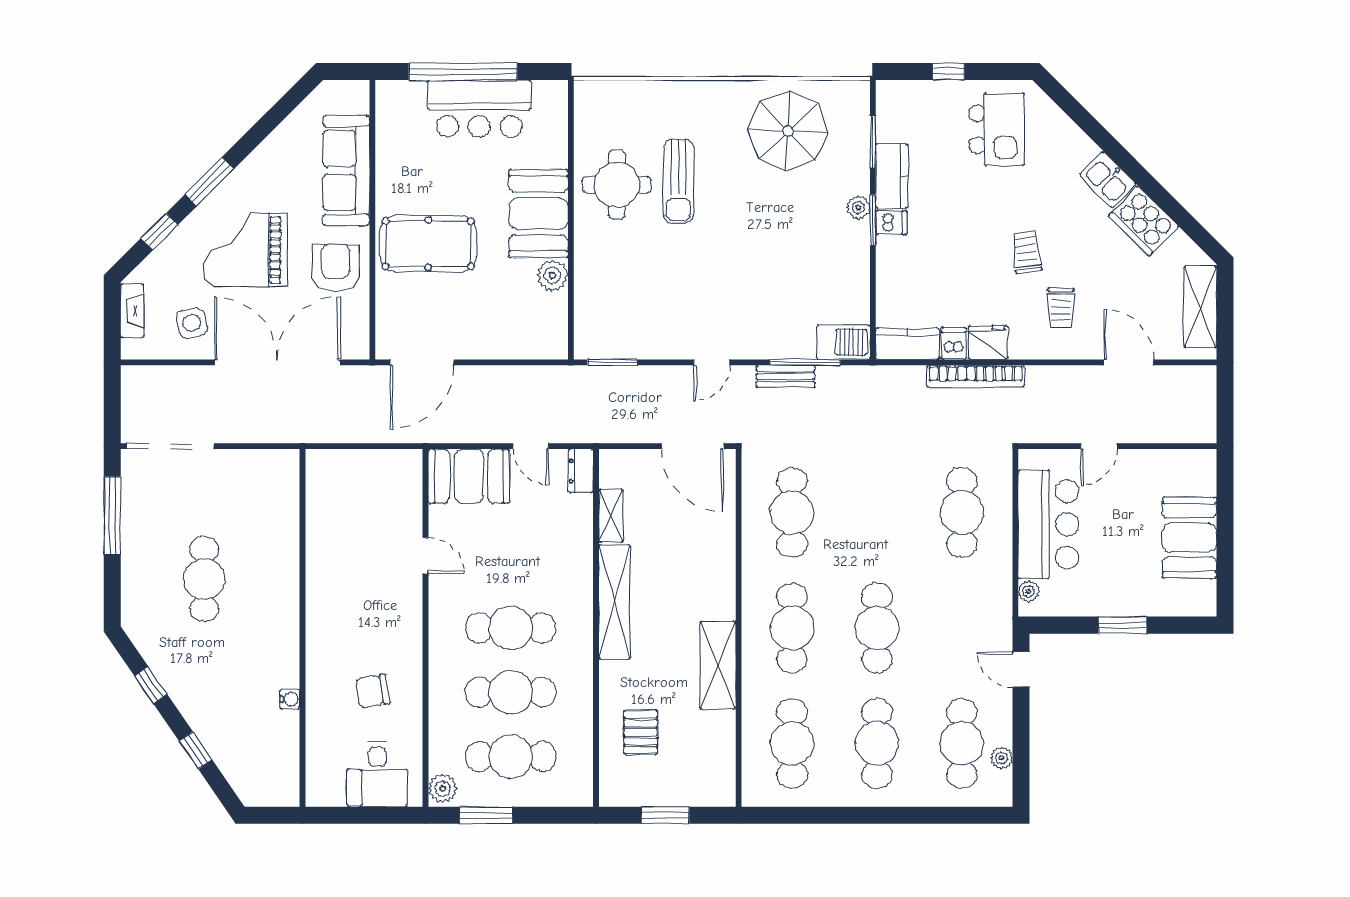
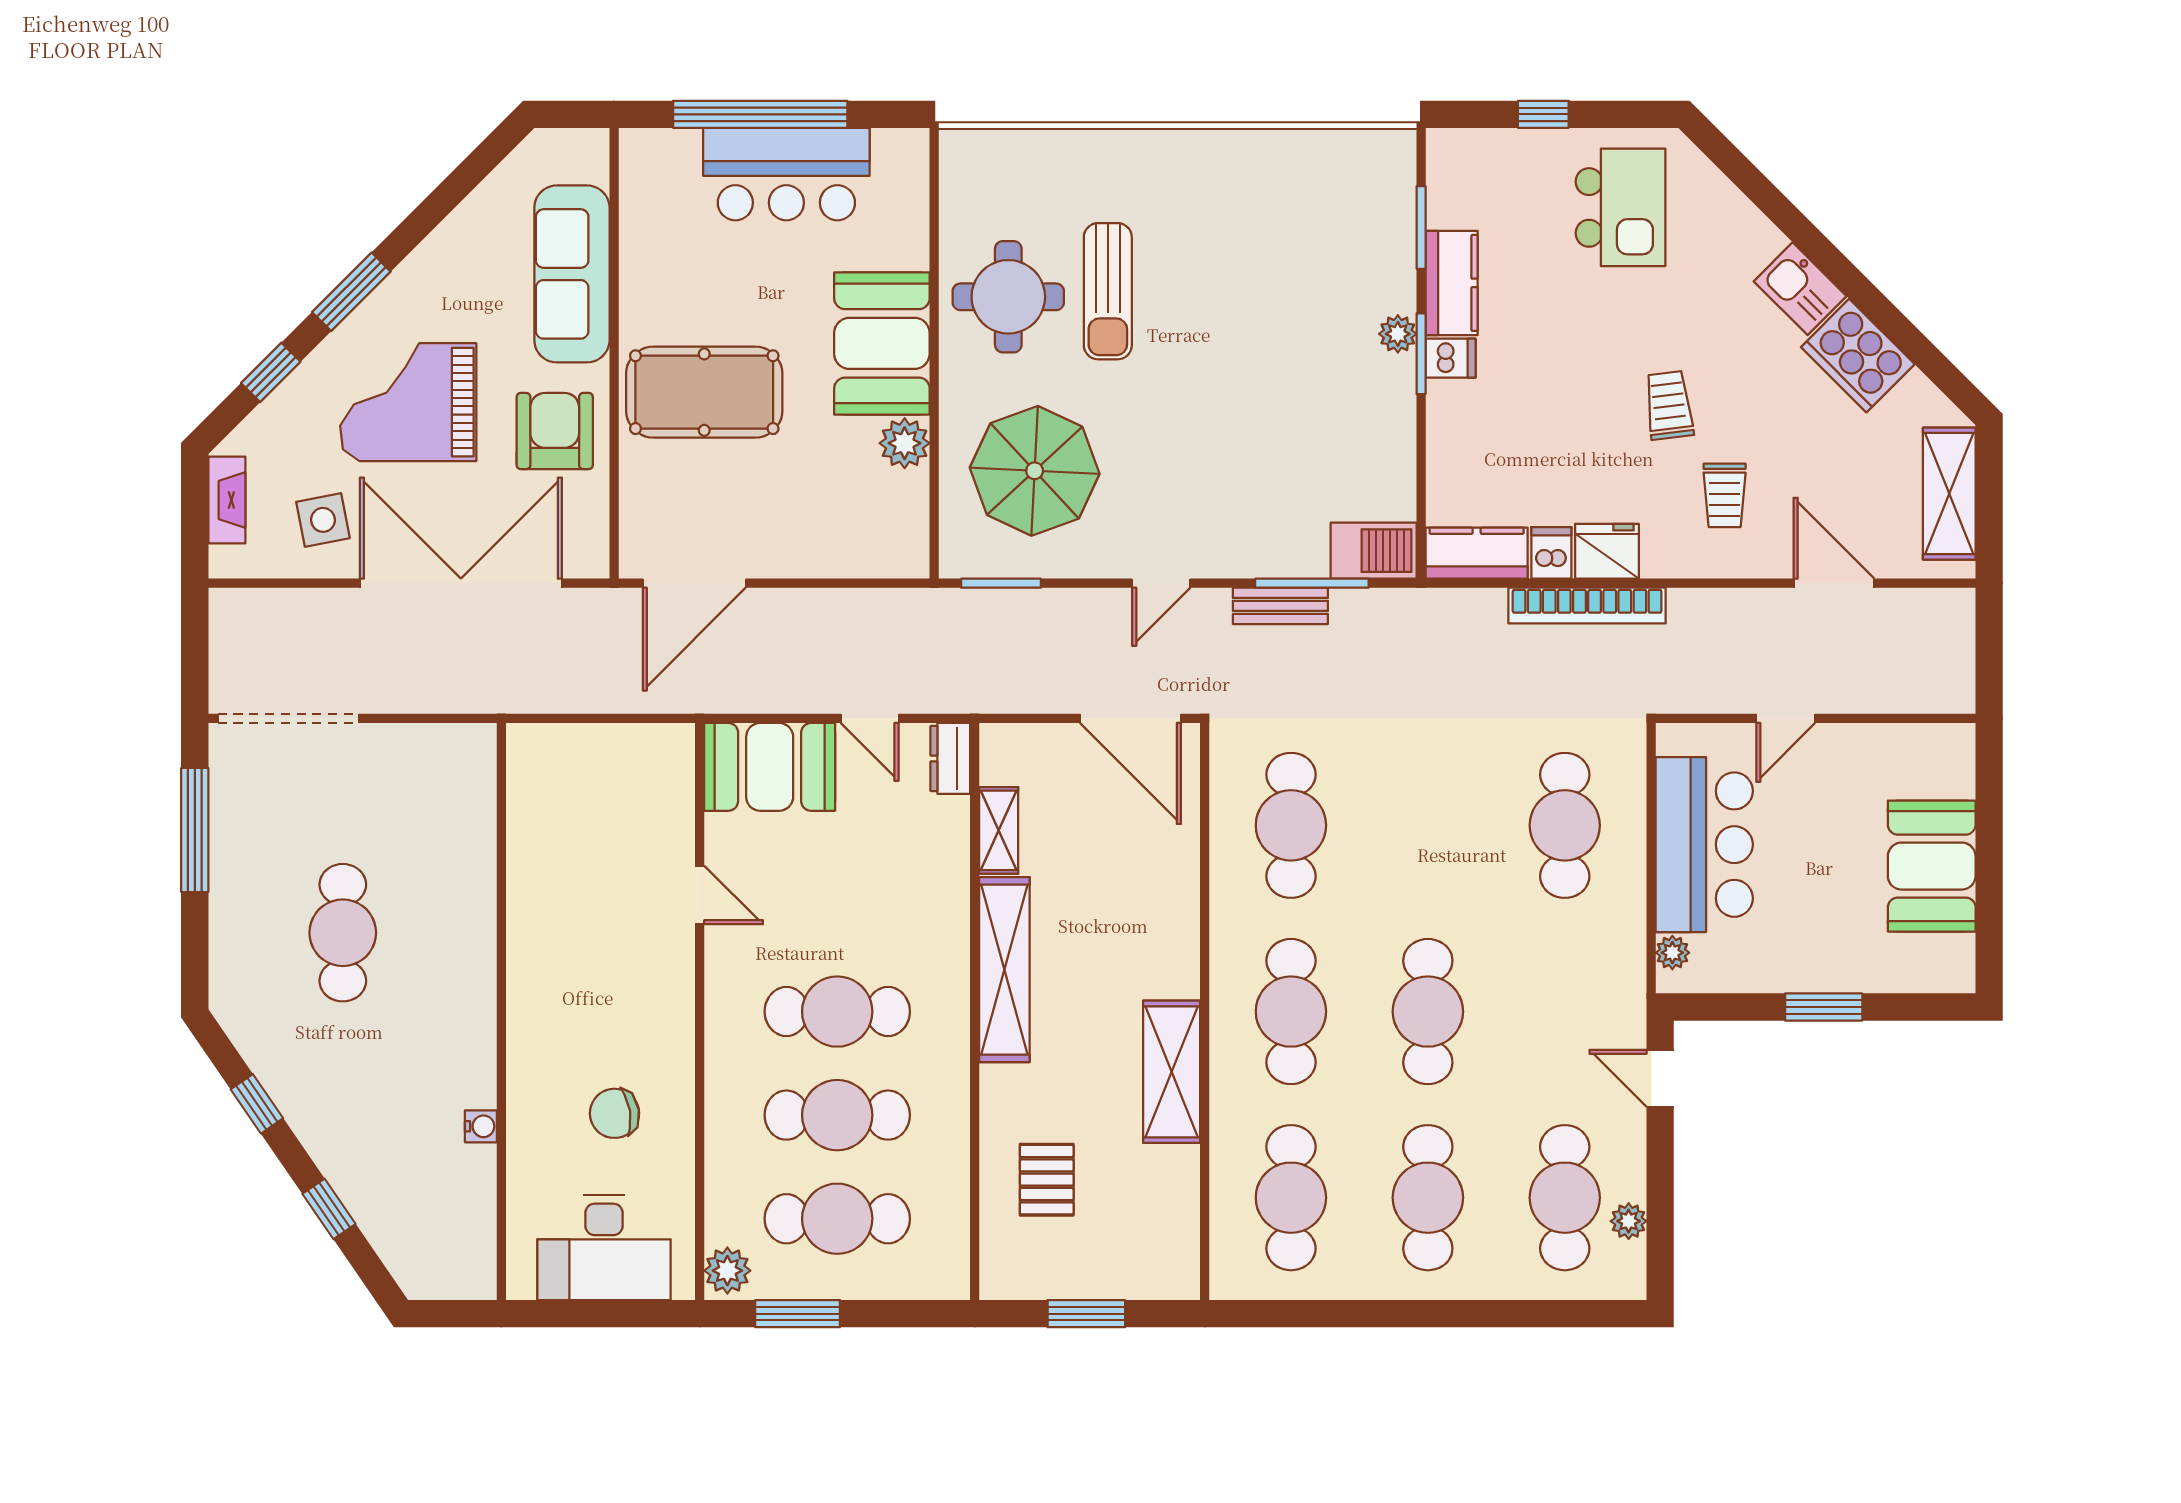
parasol: (788, 131) -> (1035, 471), moved
desk: (377, 774) -> (604, 1248), width x1.37

